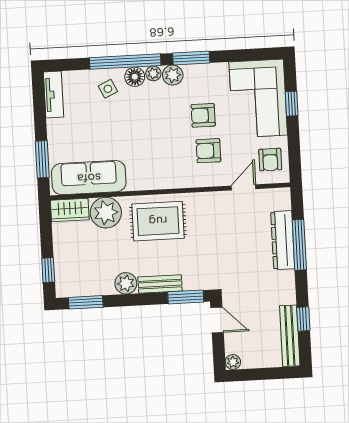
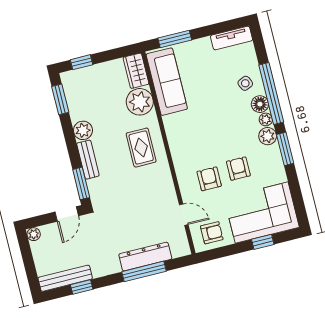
armchair: (270, 160) -> (212, 233), turned 180
rug: (158, 221) -> (141, 148), width x0.73, depth x0.70

